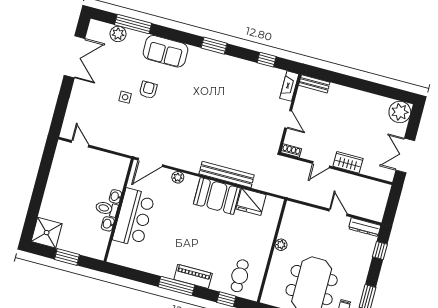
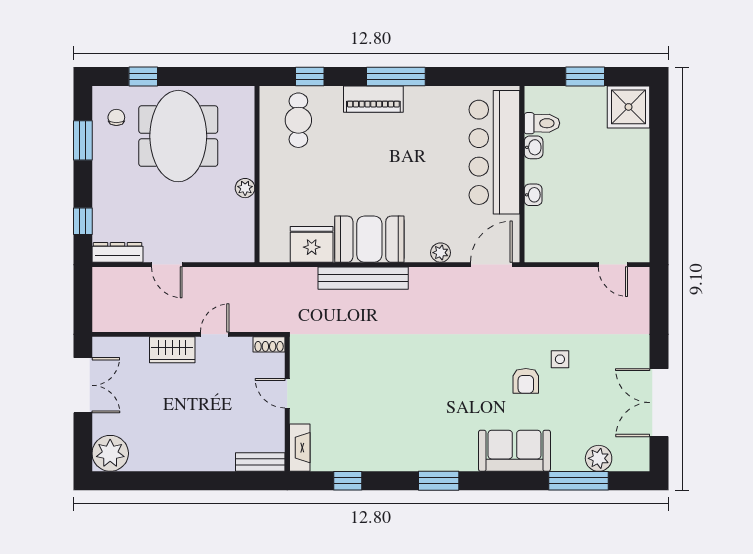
toilet: (107, 209) -> (542, 123), moved
bar counter: (134, 217) -> (494, 152), width x1.36

